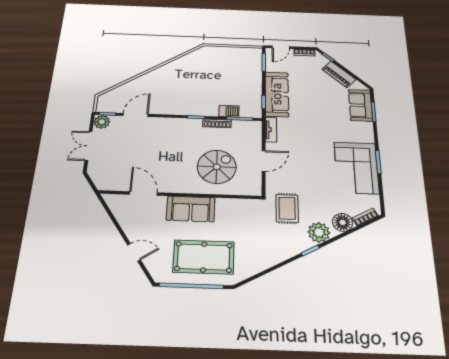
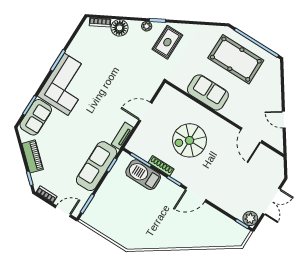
barbecue: (229, 111) -> (143, 175), width x1.88, depth x1.53
door: (136, 115) -> (196, 194), moved
spiral stairs: (217, 167) -> (190, 140), moved
corner sofa: (356, 168) -> (66, 84), moved
rug: (287, 208) -> (167, 42), moved
sofa: (191, 209) -> (208, 92), moved
plant: (319, 232) -> (147, 26), width x0.53, depth x0.53
door: (134, 252) -> (284, 120), moved

